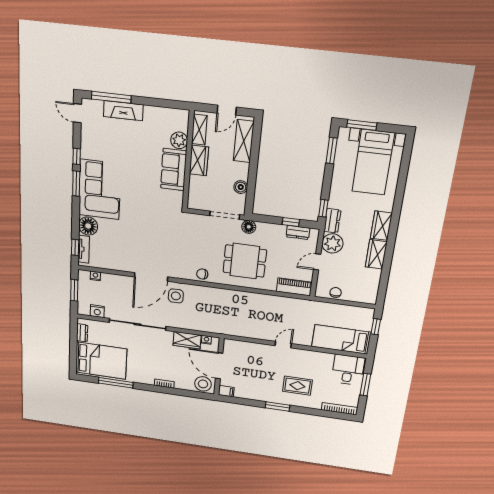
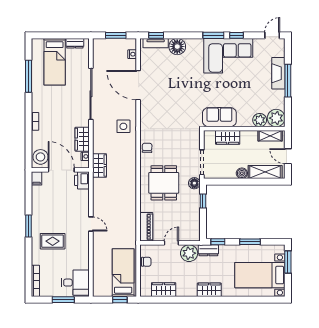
window: (111, 97) -> (288, 81), moved
plant: (178, 120) -> (276, 118), added
window: (332, 151) -> (250, 242), moved
wardrobe: (199, 161) -> (228, 137), moved
sofa: (174, 170) -> (219, 117), moved
boiler: (241, 187) -> (242, 173), moved
corner sofa: (100, 190) -> (228, 56), moved
window: (291, 222) -> (203, 201), moved
dresser: (298, 232) -> (195, 224), removed
wardrobe: (376, 254) -> (164, 290), moved
door: (317, 262) -> (171, 243), hinge flipped
door: (151, 277) -> (138, 85), moved
nightstand: (97, 311) -> (98, 57), removed
wardrobe: (218, 327) -> (100, 165), added
bed: (341, 339) -> (123, 273), moved
printer: (233, 347) -> (82, 180), added
bed: (101, 361) -> (55, 62), width x0.67
door: (219, 366) -> (61, 170), hinge flipped
rug: (297, 386) -> (53, 241), turned 90

